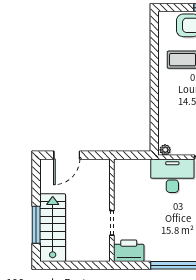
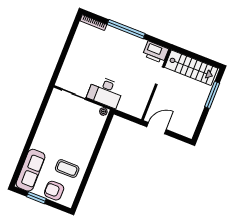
door: (67, 155) -> (156, 128), moved
stairs: (53, 228) -> (191, 68), moved, turned -90

